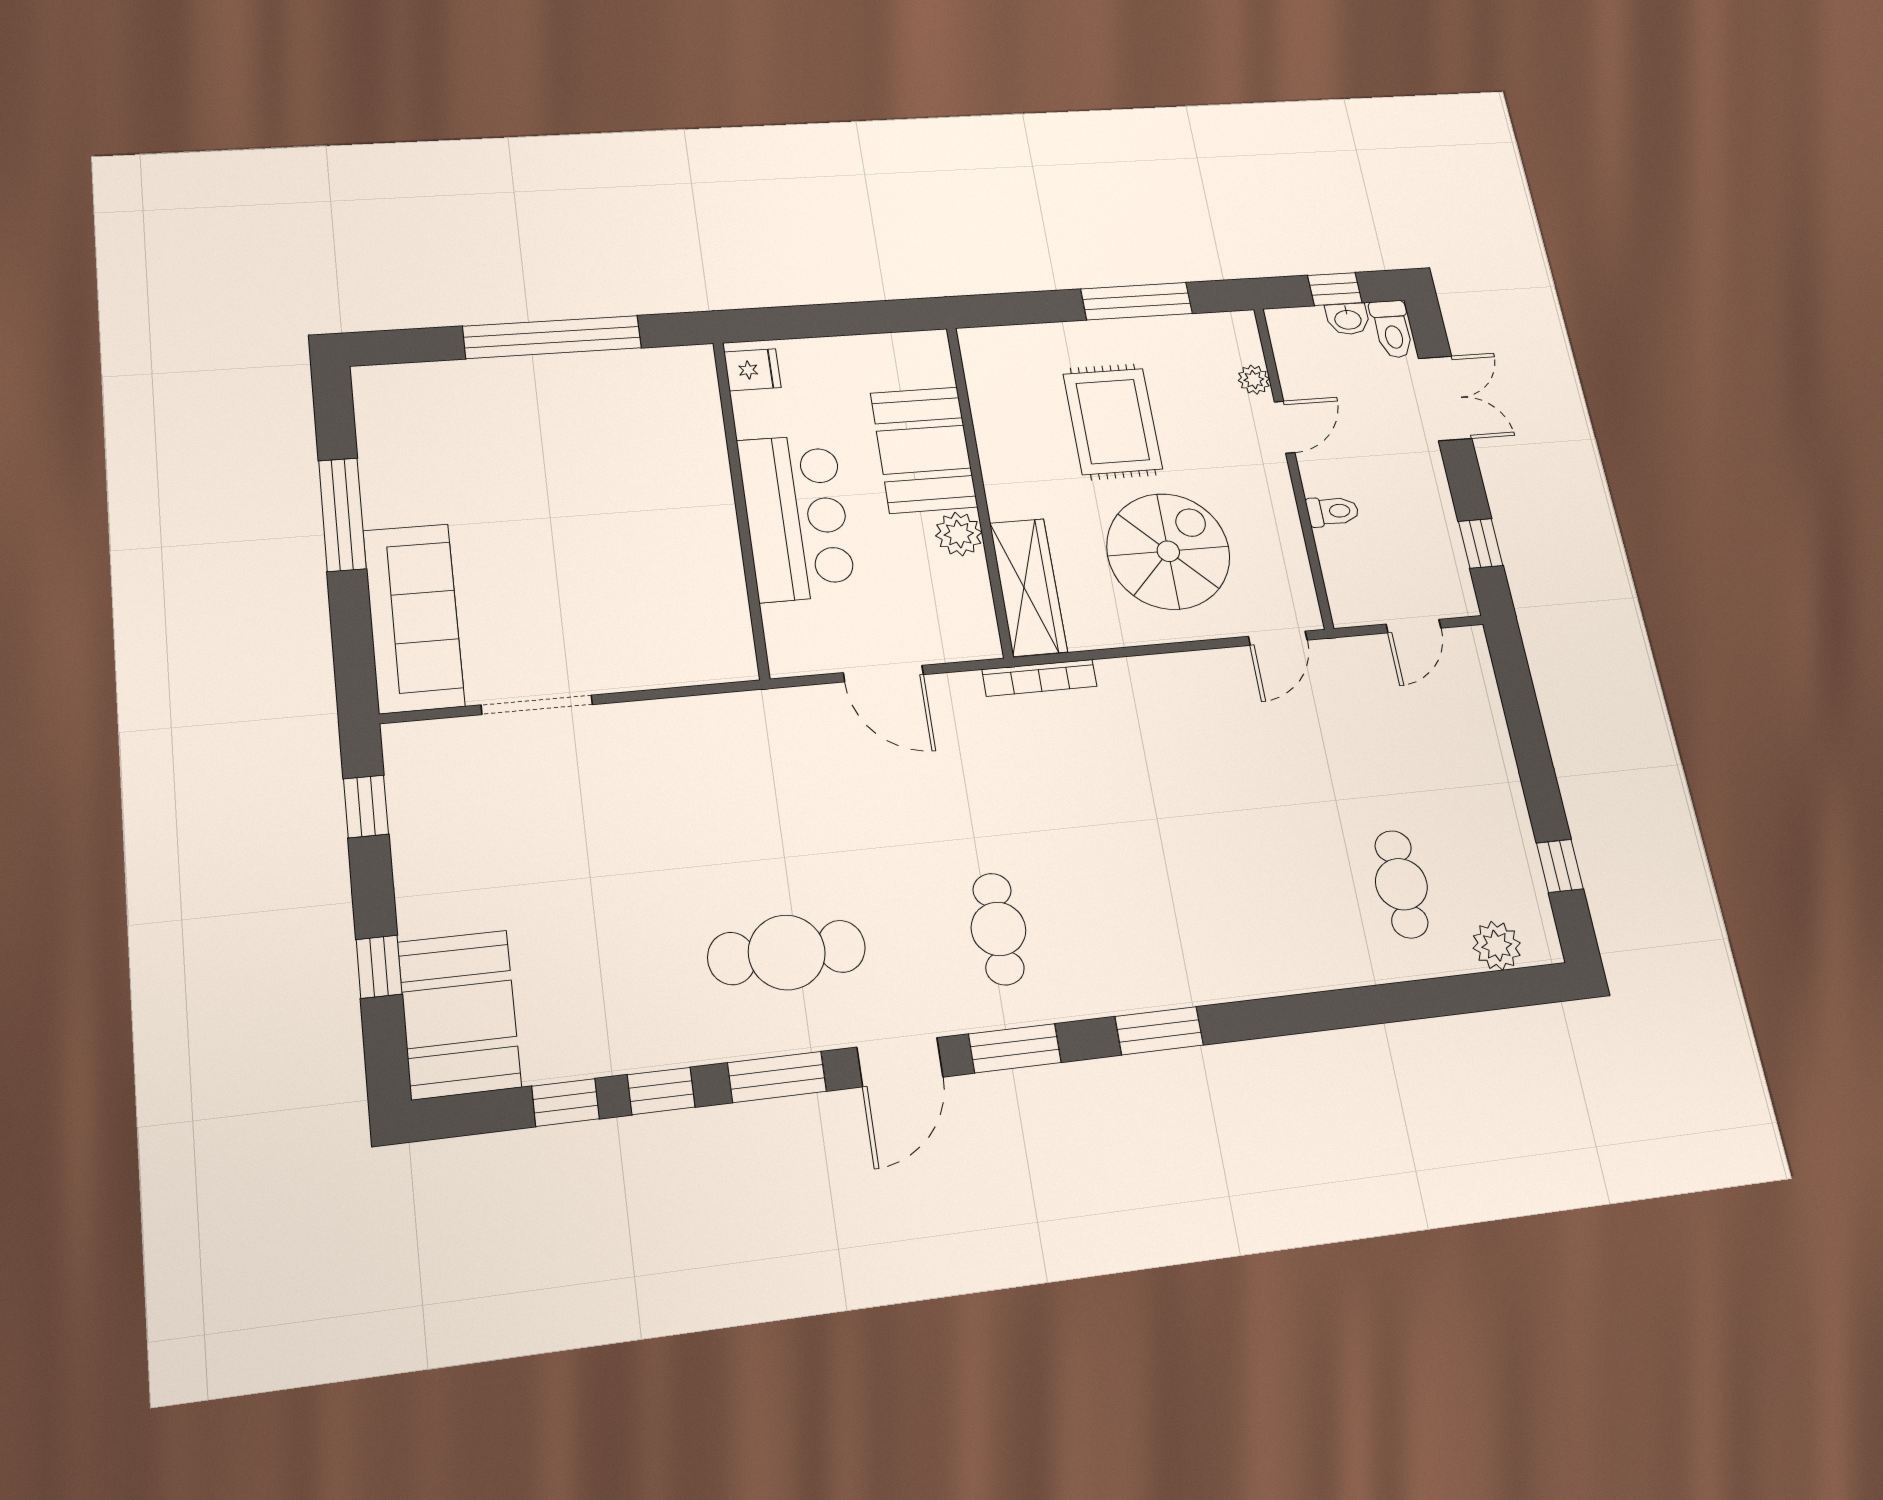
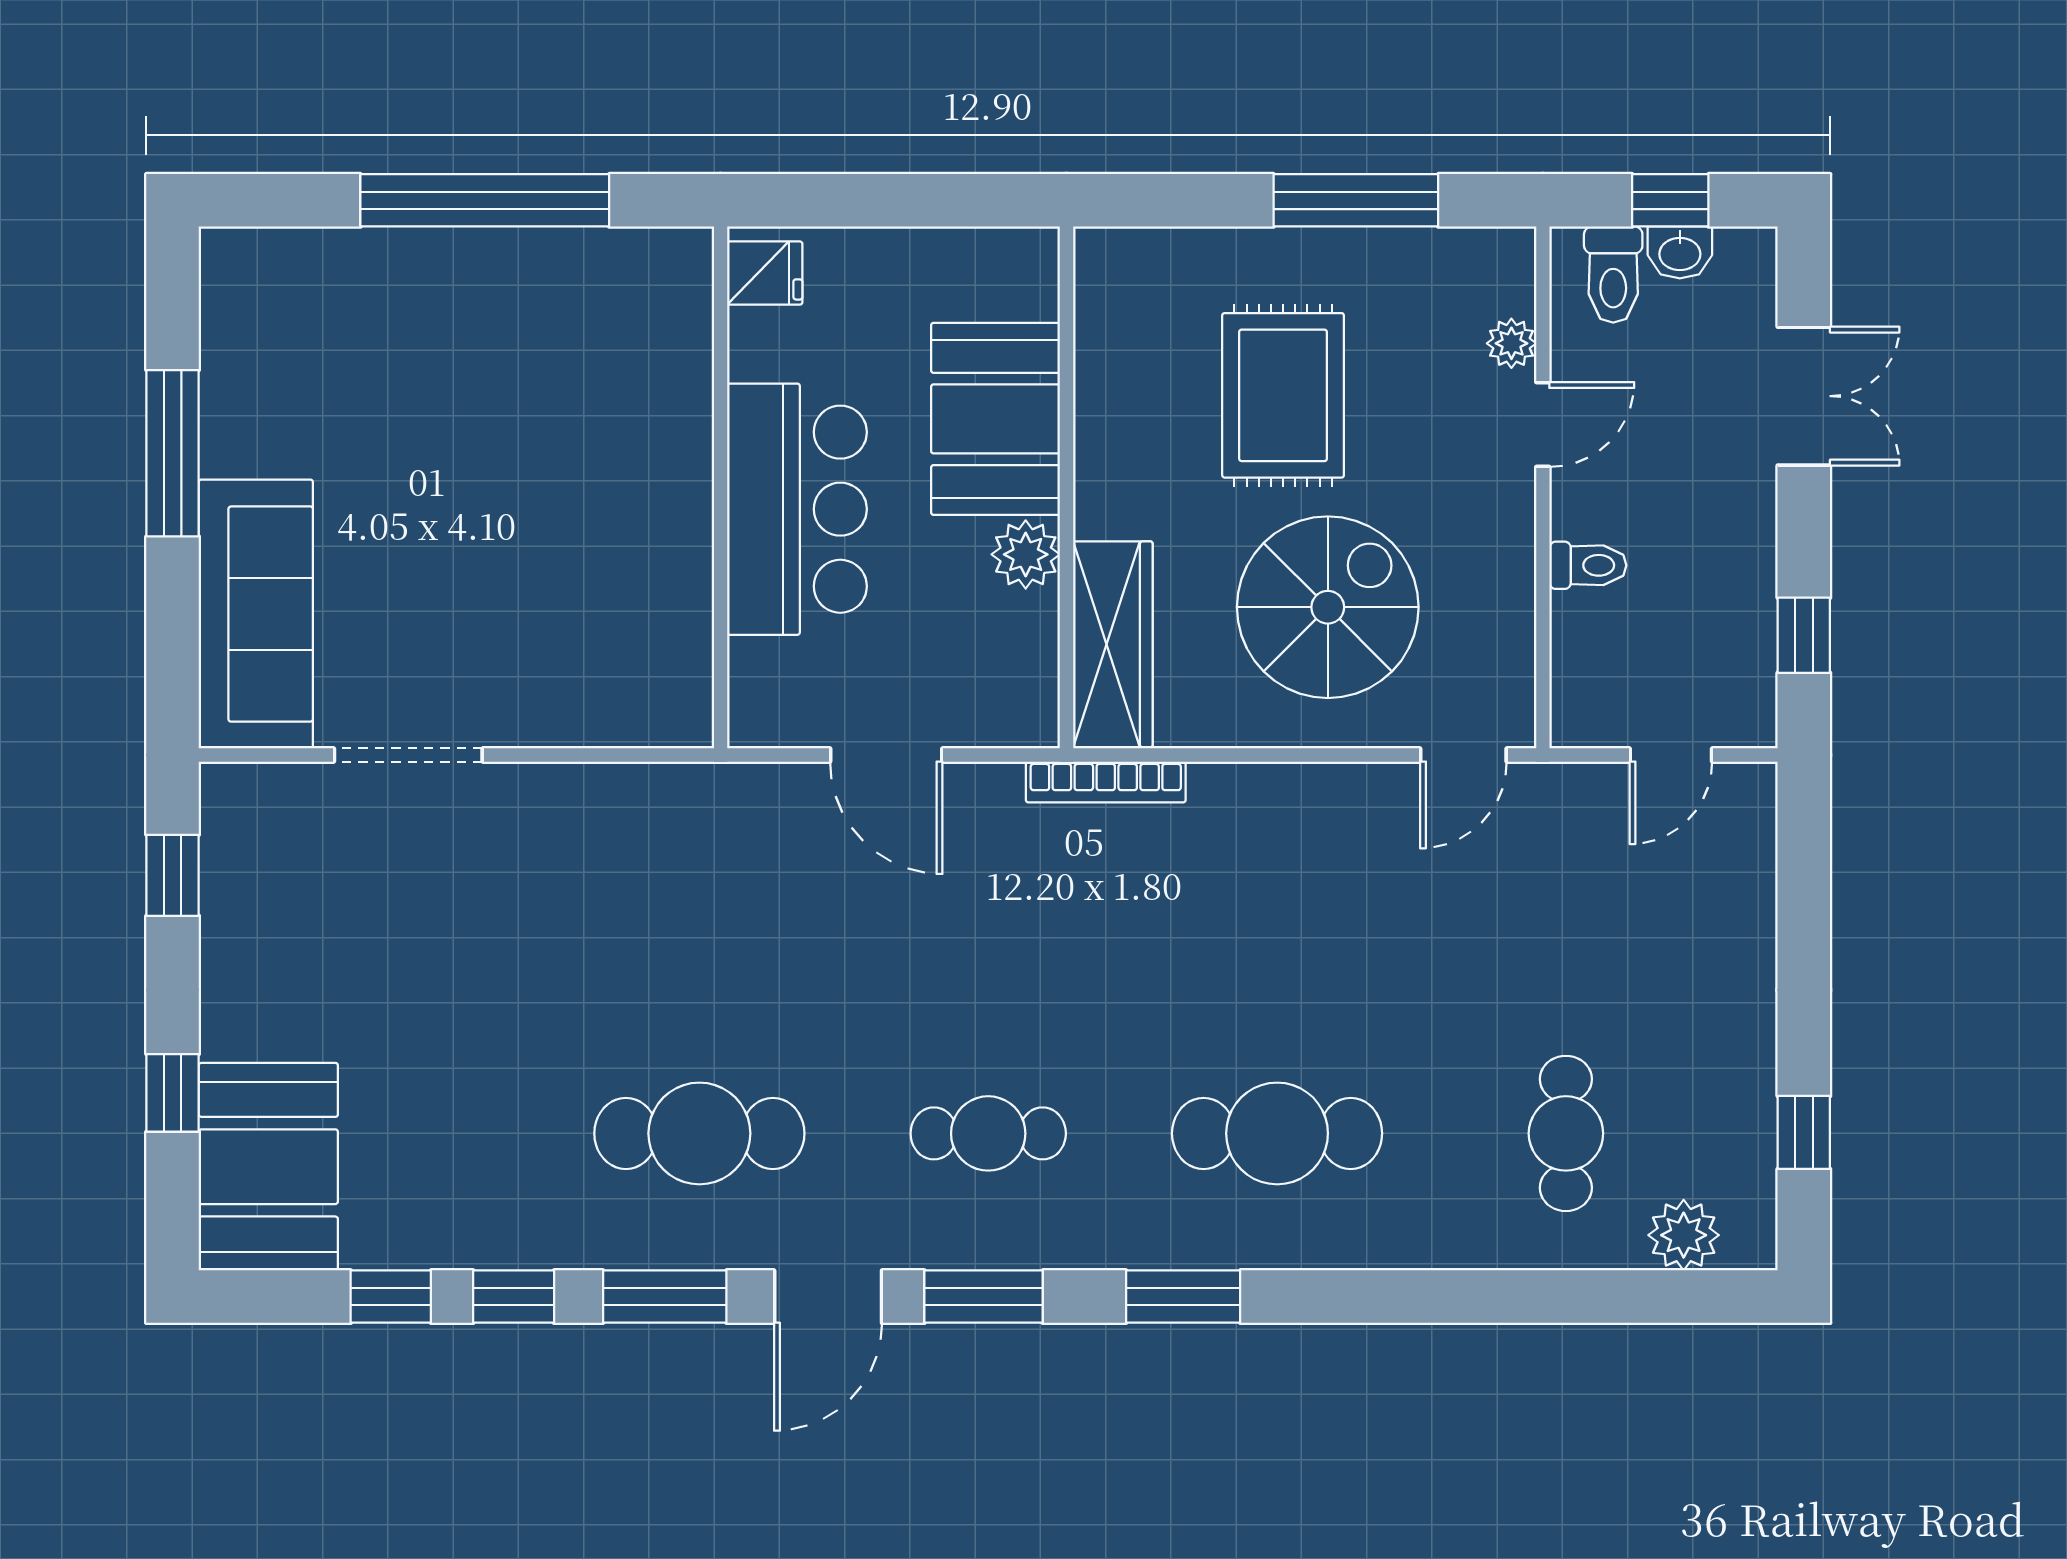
toilet: (1392, 329) -> (1613, 275), moved
cafe table: (1203, 906) -> (1277, 1133), added
cafe table: (998, 929) -> (988, 1133), turned 90

